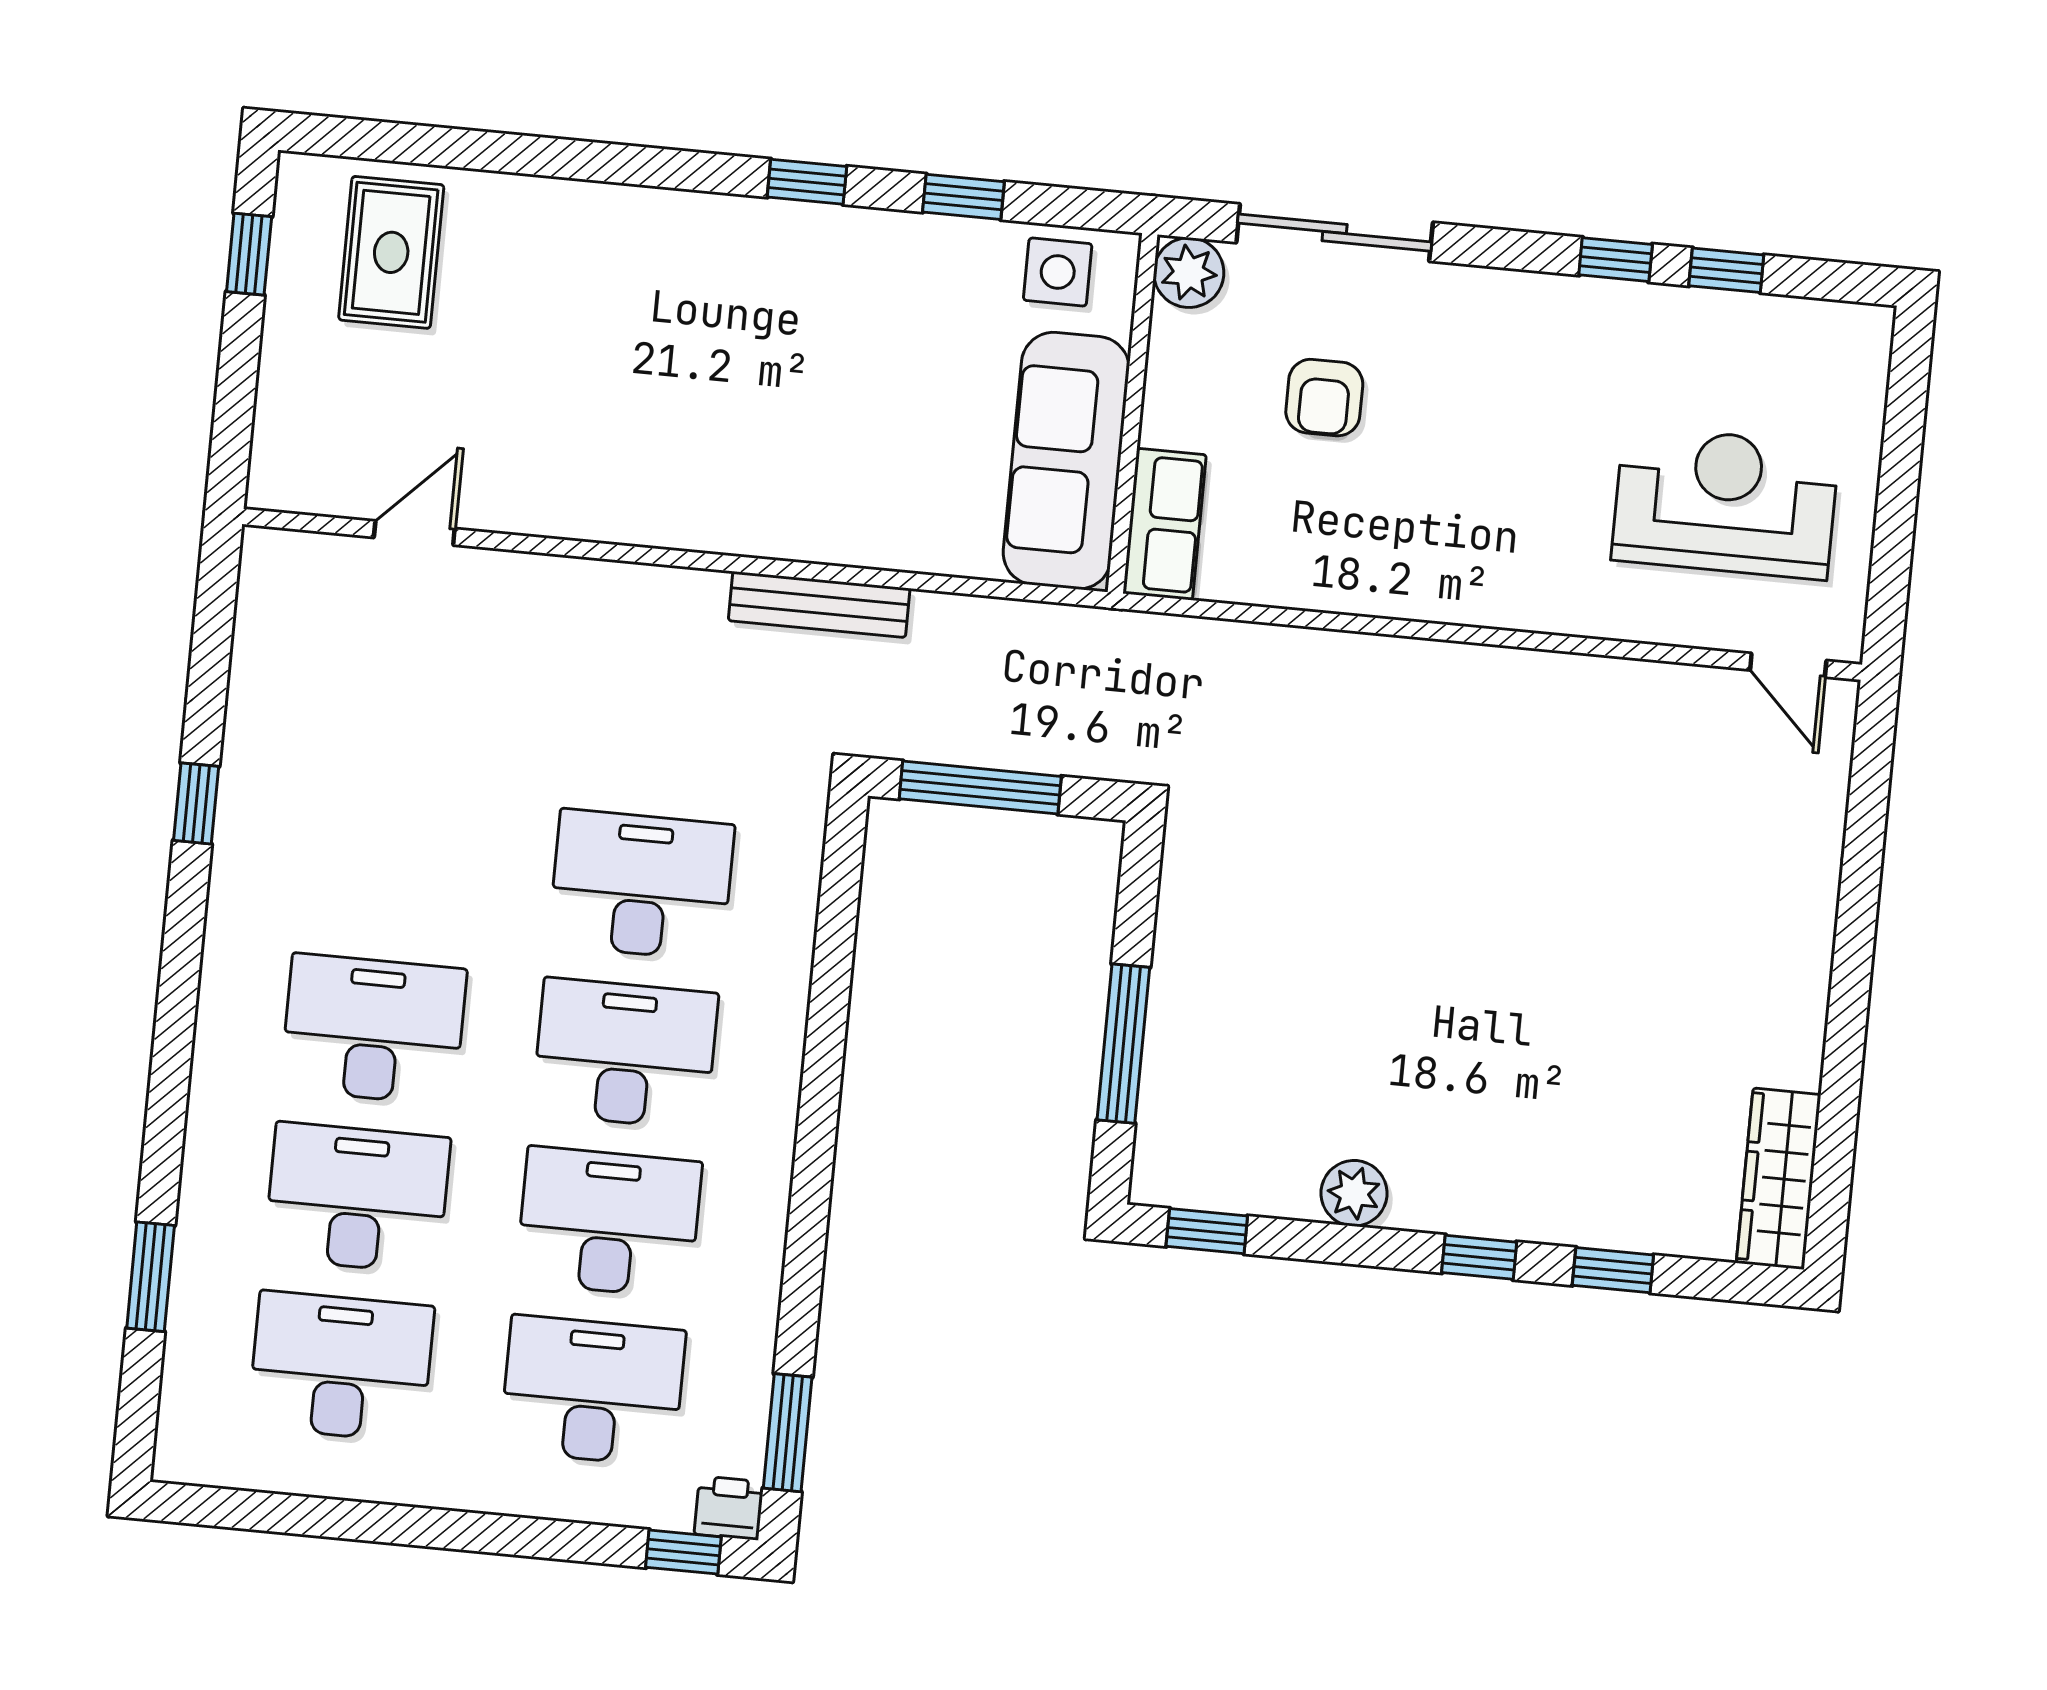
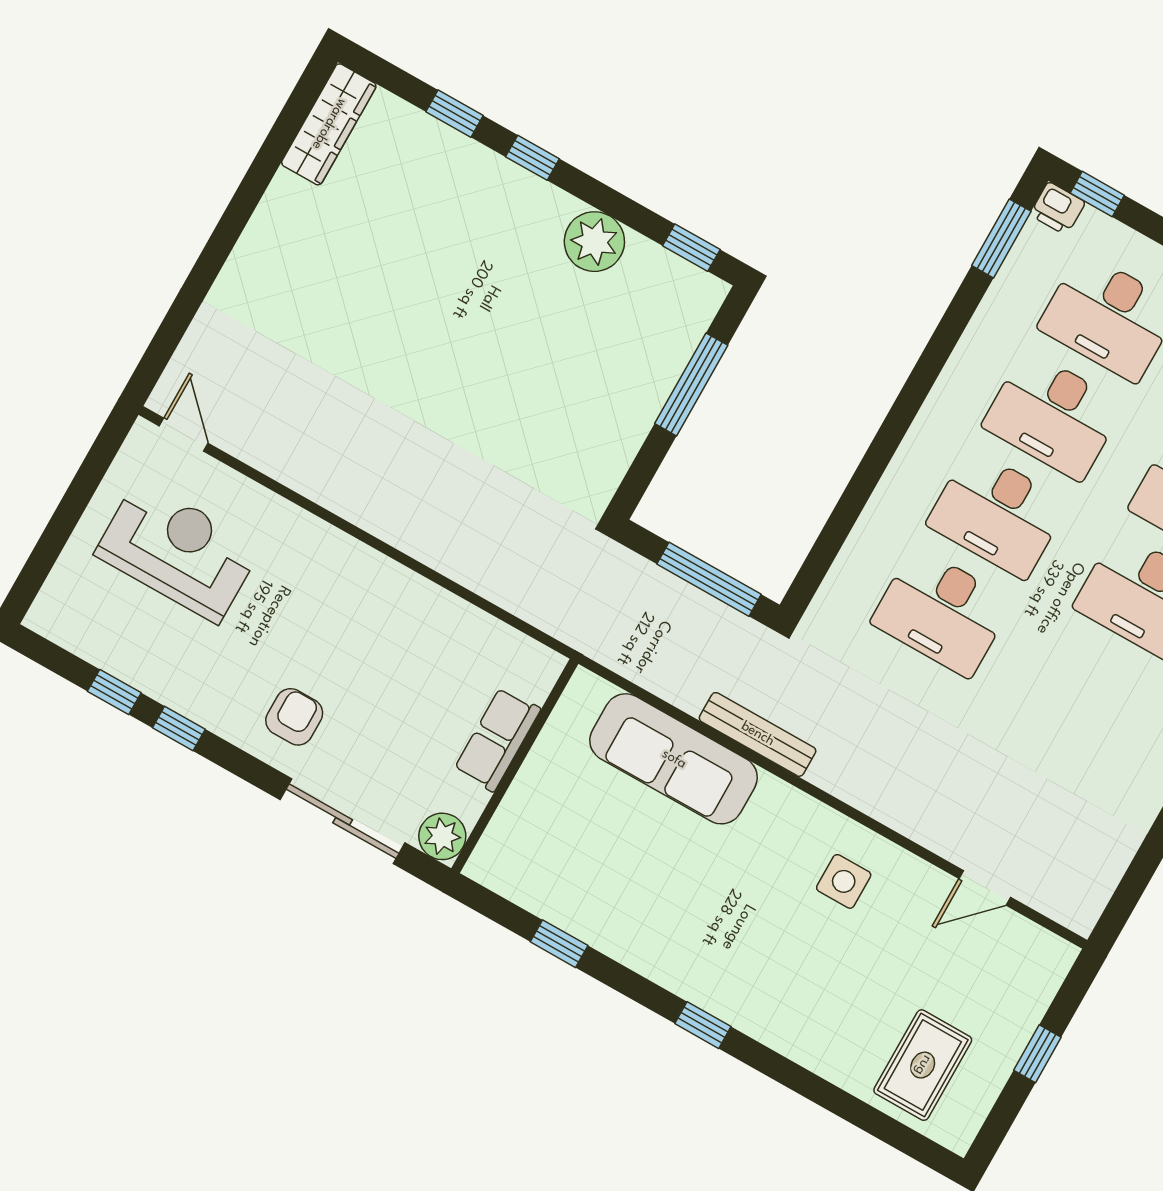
window: (807, 182) -> (703, 1025), moved
window: (249, 254) -> (1037, 1054), moved
side table: (1058, 272) -> (844, 881), moved
armchair: (1324, 398) -> (294, 717), moved
sofa: (1066, 461) -> (674, 759), moved, turned 90
reception desk: (1725, 503) -> (178, 551), turned 180
row of seats: (1165, 524) -> (497, 739), moved
plant: (1354, 1193) -> (594, 242), width x1.36, depth x1.36

